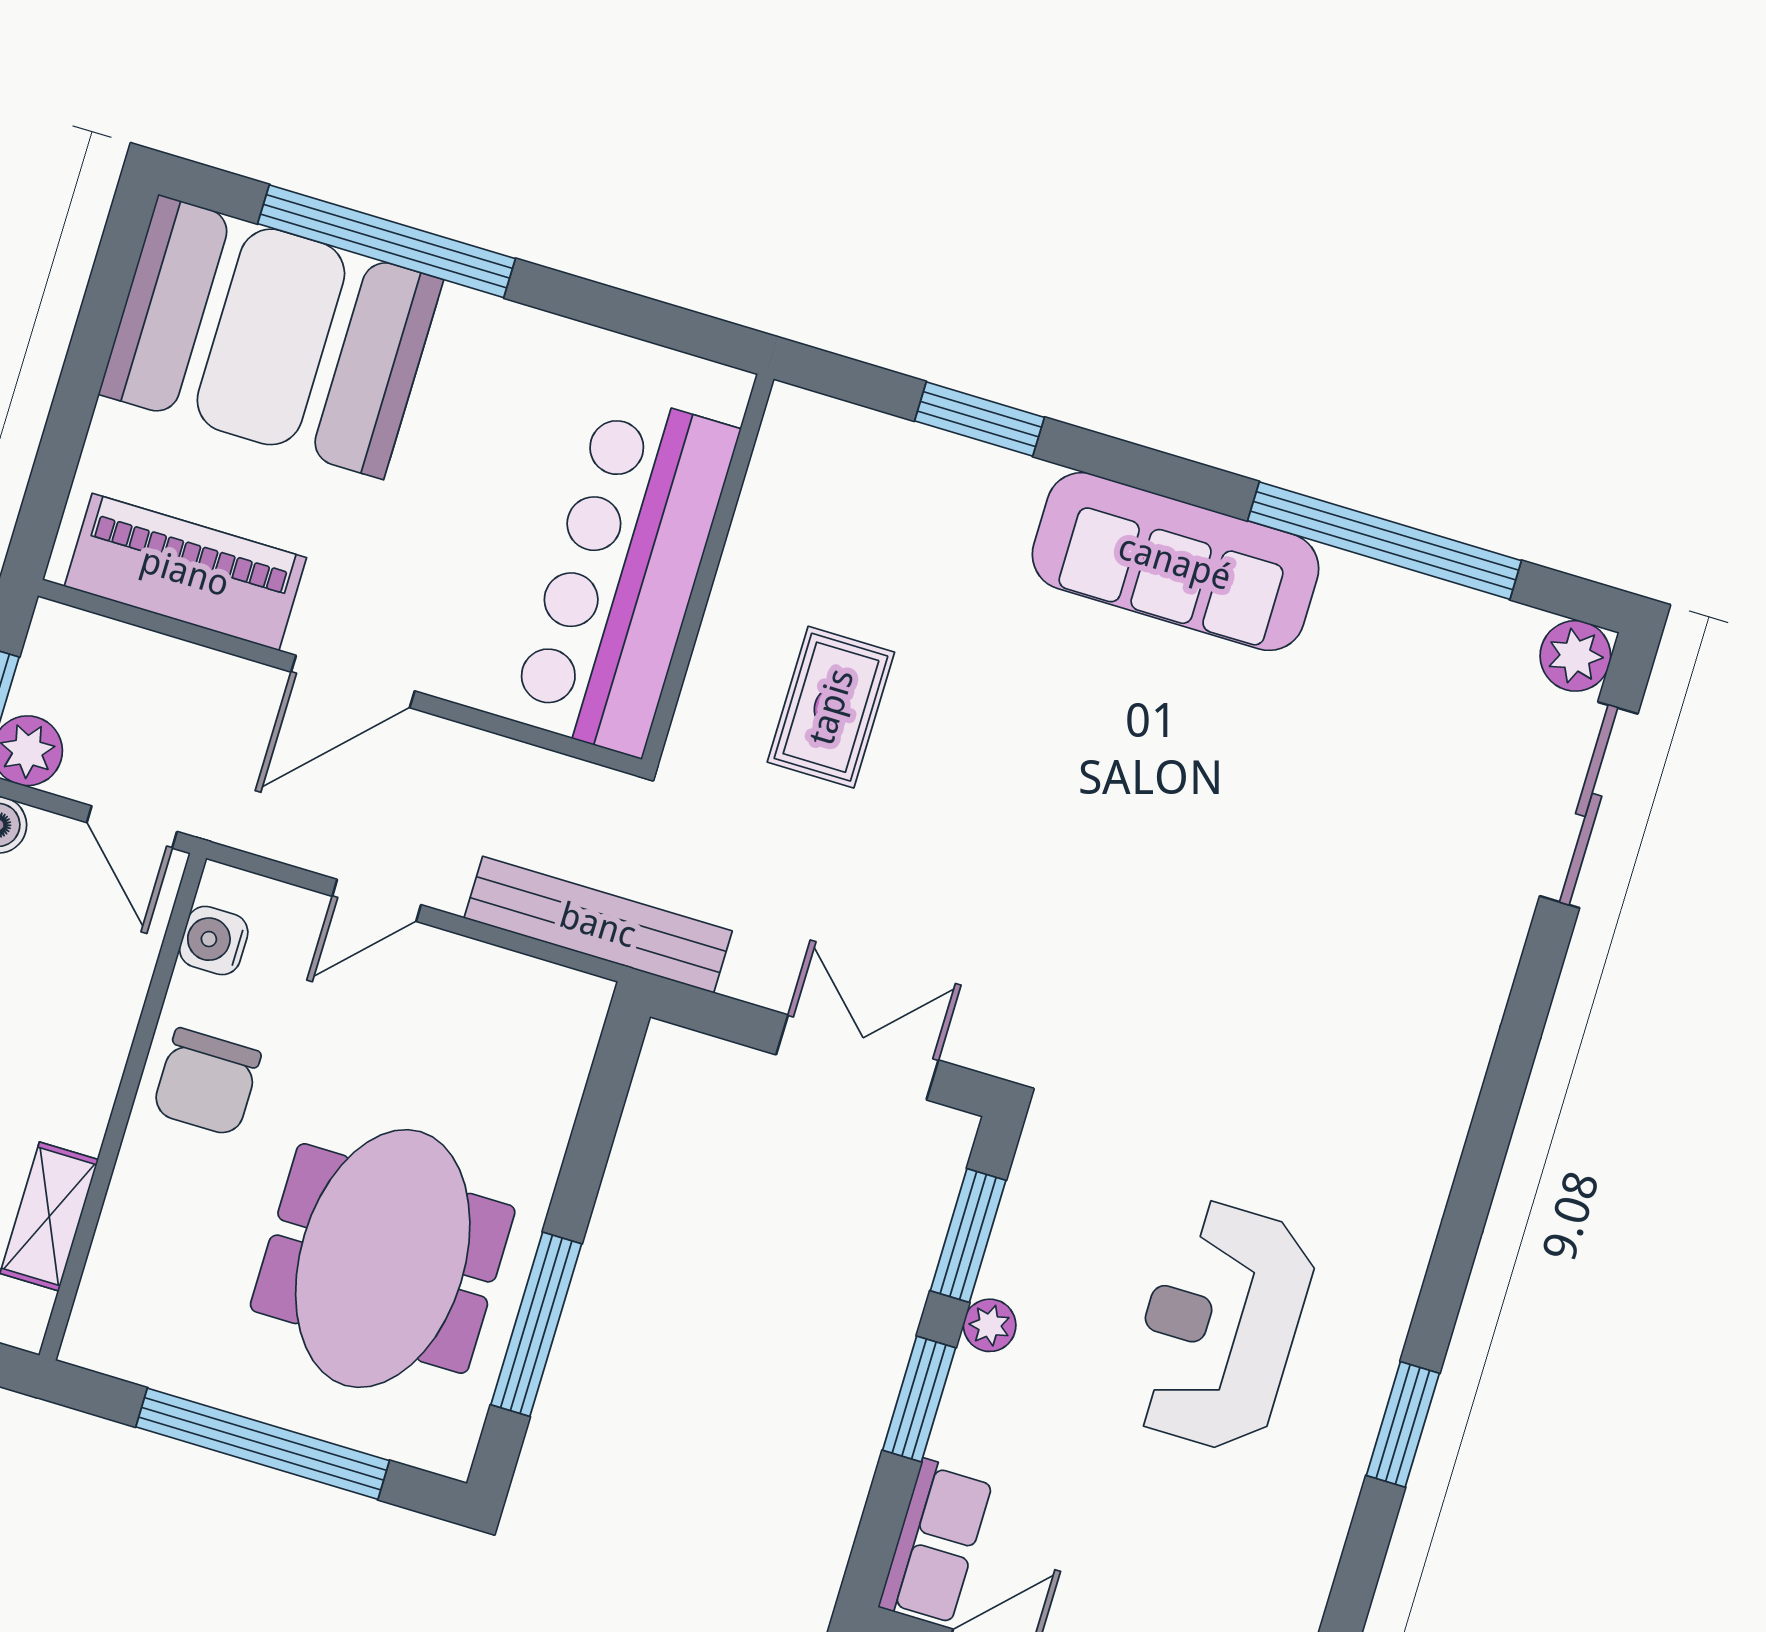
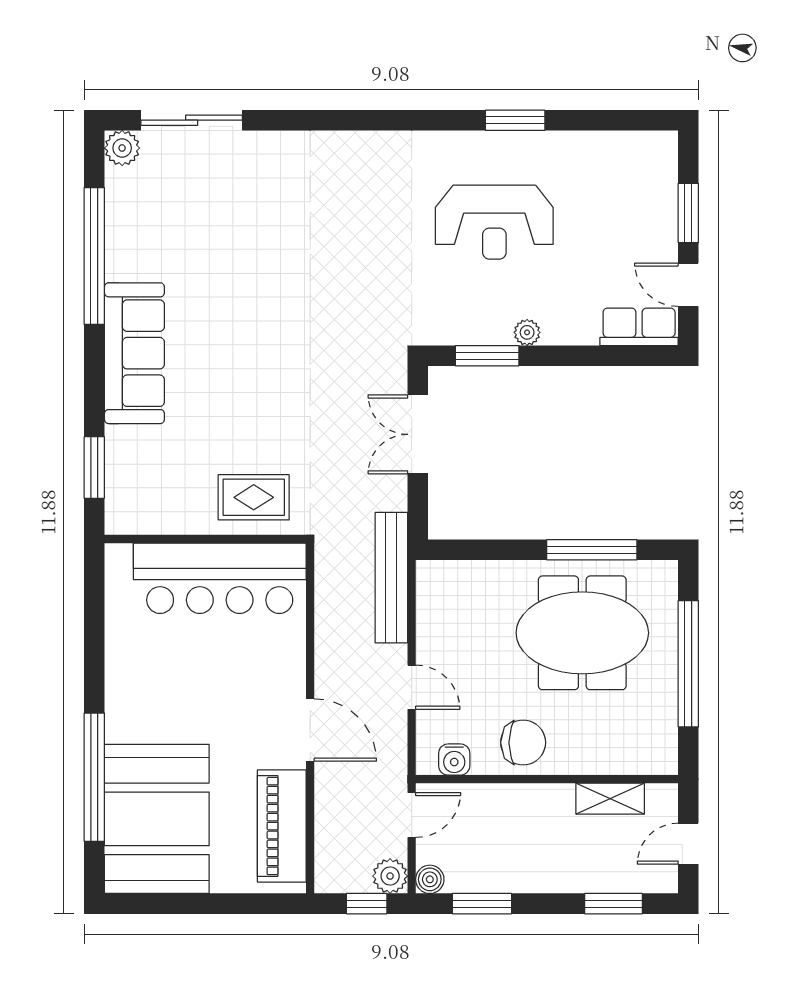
wall: (708, 569) -> (205, 539), moved
bar counter: (624, 574) -> (220, 578), moved
window: (919, 1399) -> (573, 356), removed

